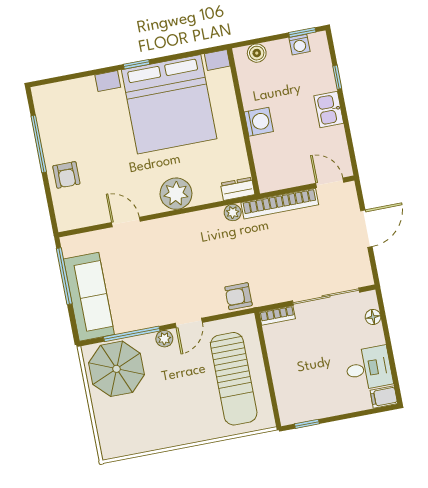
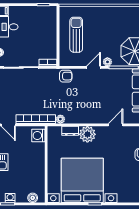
washing machine: (259, 122) -> (38, 136), moved
dresser: (238, 189) -> (70, 131), moved
door: (126, 222) -> (116, 125), swing flipped
sun lounger: (234, 379) -> (76, 35), width x0.73, depth x0.75

